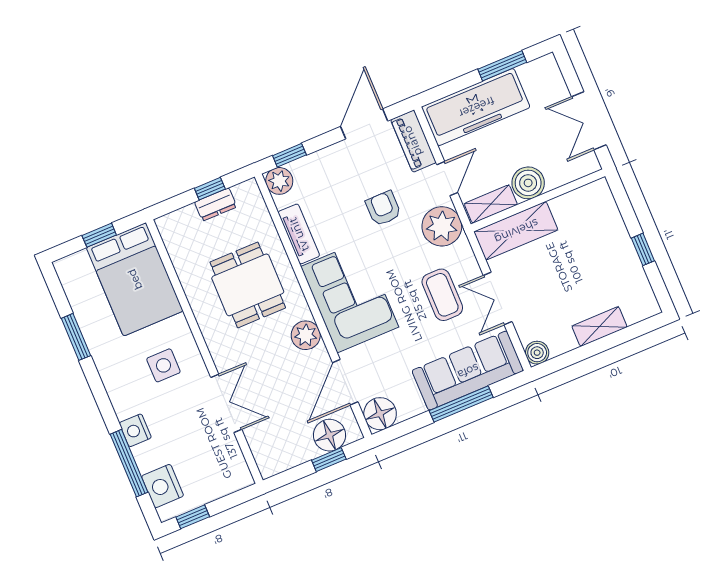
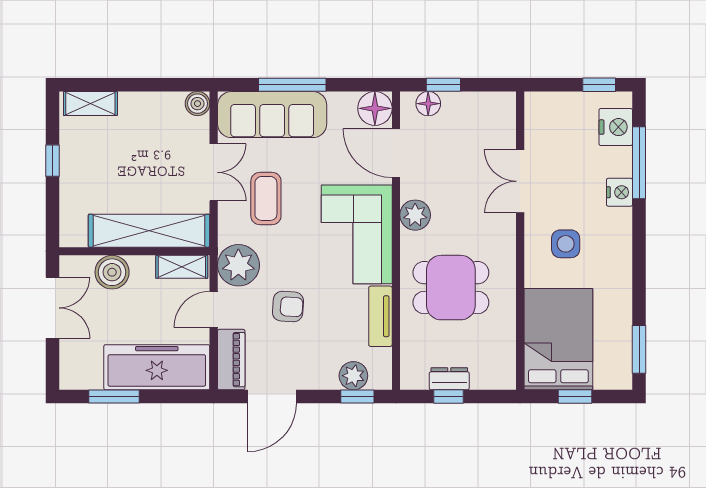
plant: (279, 181) -> (353, 376), moved
boiler: (528, 183) -> (112, 272), moved
armchair: (383, 208) -> (288, 307), turned -86
shelving: (516, 231) -> (149, 231), width x1.47
dining table: (248, 285) -> (451, 288), turned 90
shelving: (599, 327) -> (90, 103), moved
window: (76, 337) -> (639, 349), moved
door: (345, 382) -> (396, 153), swing flipped
floor lamp: (329, 435) -> (428, 104), width x0.73, depth x0.73

